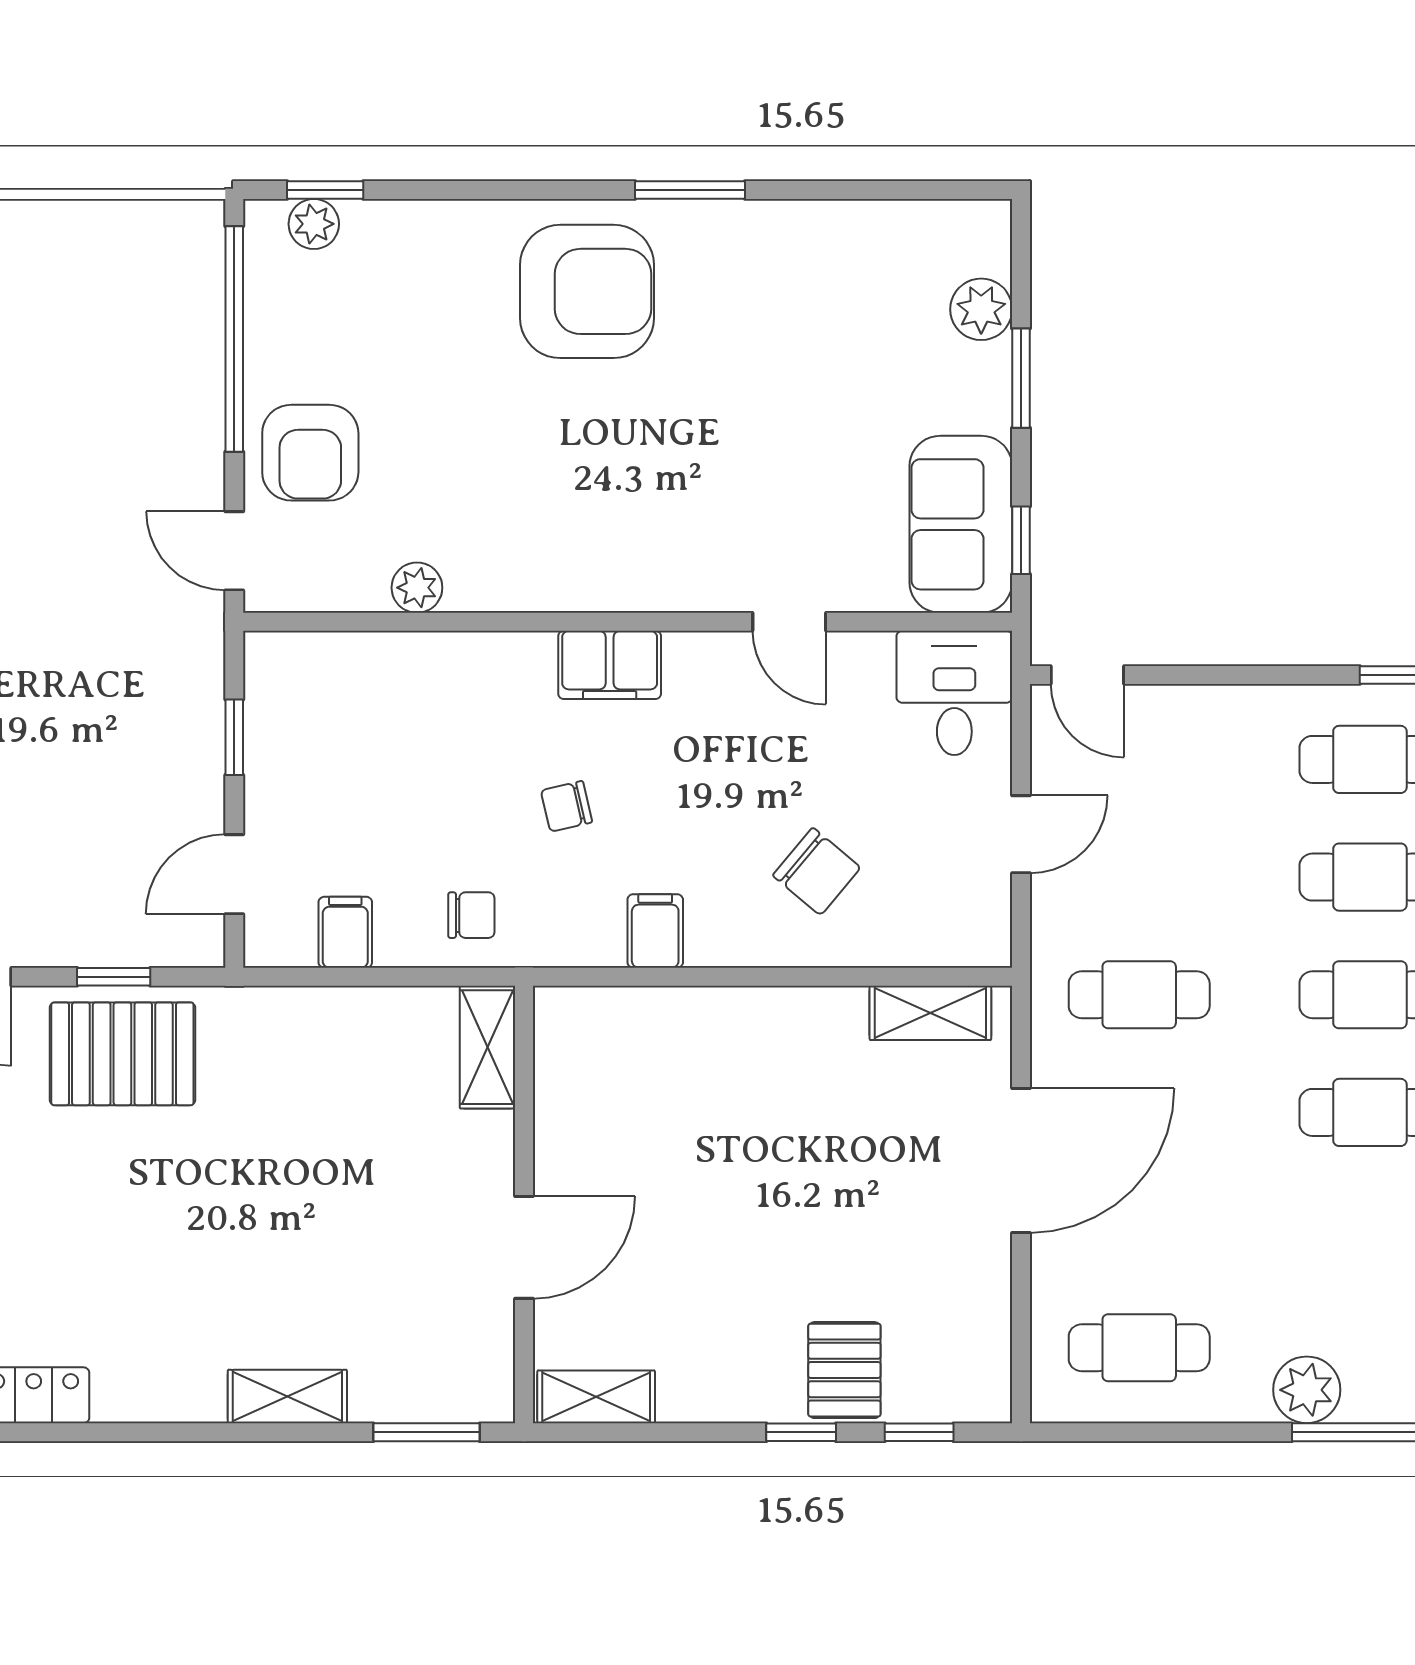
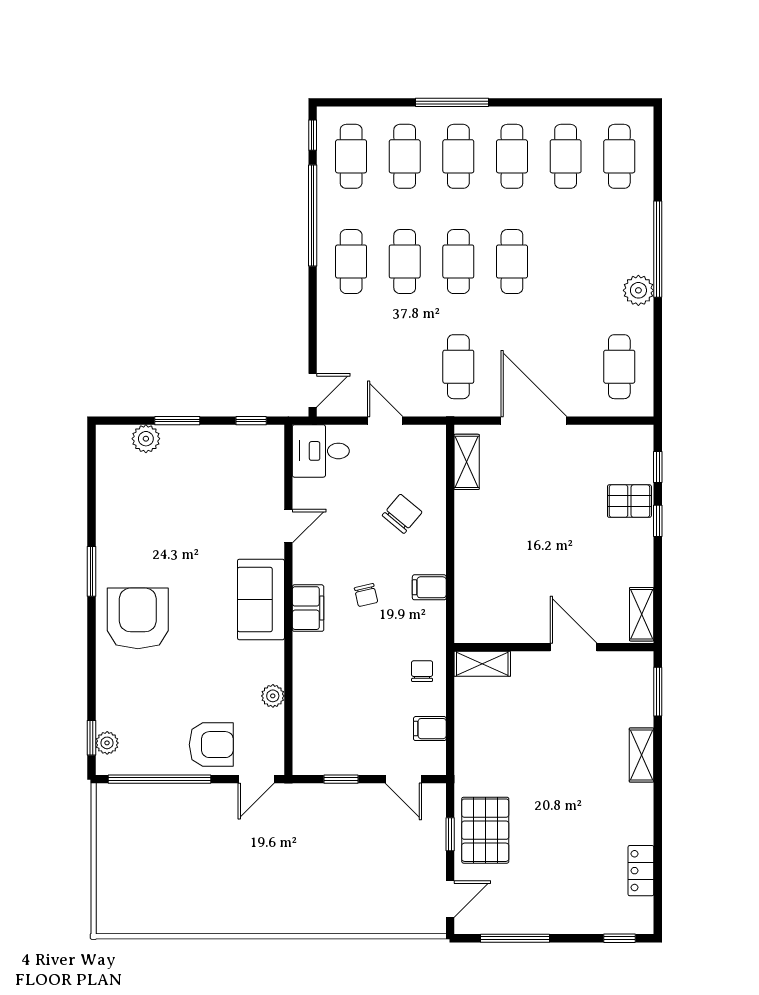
sofa: (961, 524) -> (261, 599), moved, turned 90
chair: (566, 806) -> (366, 595), moved

